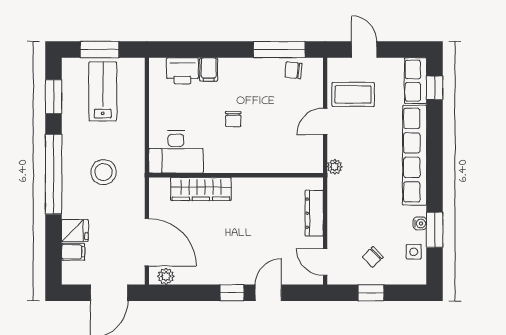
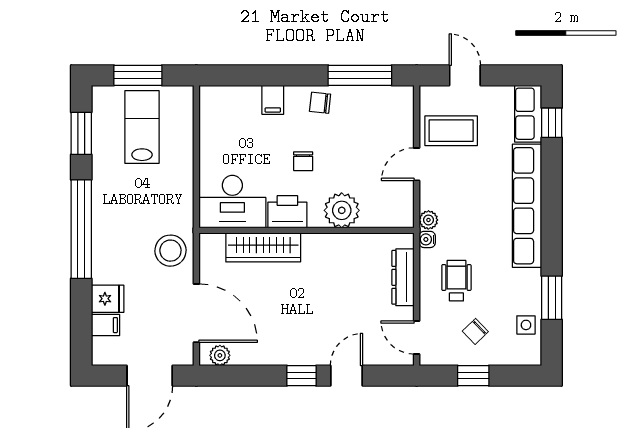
chair: (293, 70) -> (320, 103), moved
printer: (182, 71) -> (287, 212), moved, turned 180
plant: (265, 159) -> (342, 210), added
stool: (104, 172) -> (170, 251), moved
wheelchair: (357, 216) -> (456, 281), added
water cooler: (420, 223) -> (427, 239), moved, turned 180

